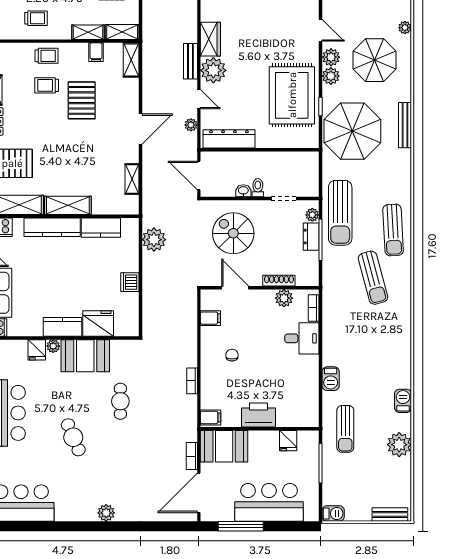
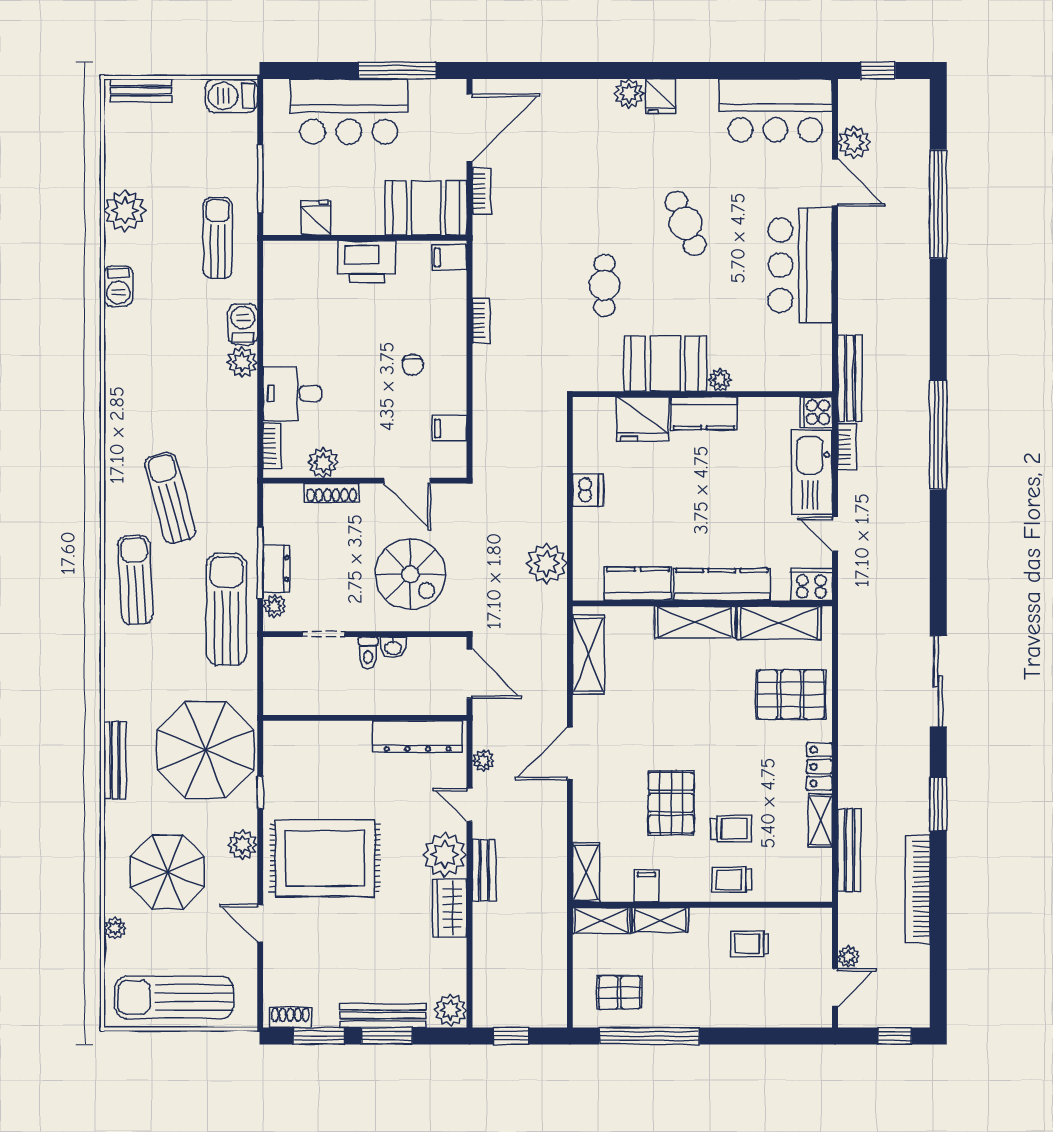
plant: (331, 57) -> (242, 362), moved
rug: (292, 95) -> (325, 858), moved, turned 90
shelving: (132, 179) -> (589, 655), width x1.50, depth x1.33
fridge: (37, 350) -> (661, 96), moved, turned 180
barbecue: (333, 513) -> (231, 96), width x1.38, depth x1.27

